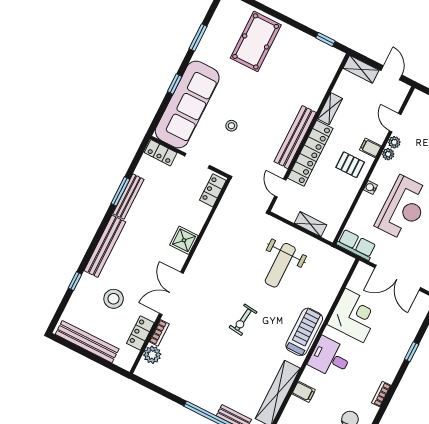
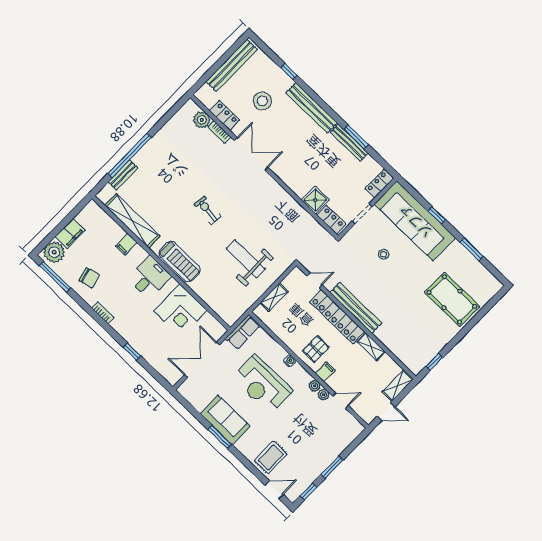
shower: (184, 240) -> (315, 200), moved

